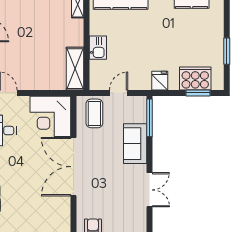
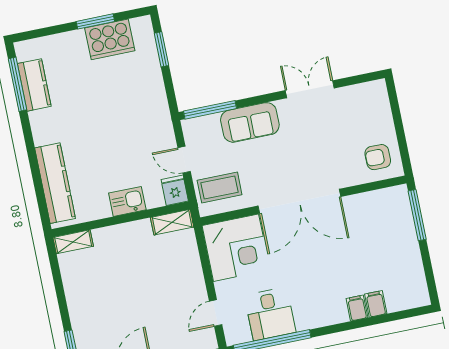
shelving: (75, 69) -> (172, 222), width x0.67, depth x0.75
cooker: (195, 78) -> (110, 39), moved, turned -90
fridge: (160, 81) -> (175, 190), moved, turned 90

